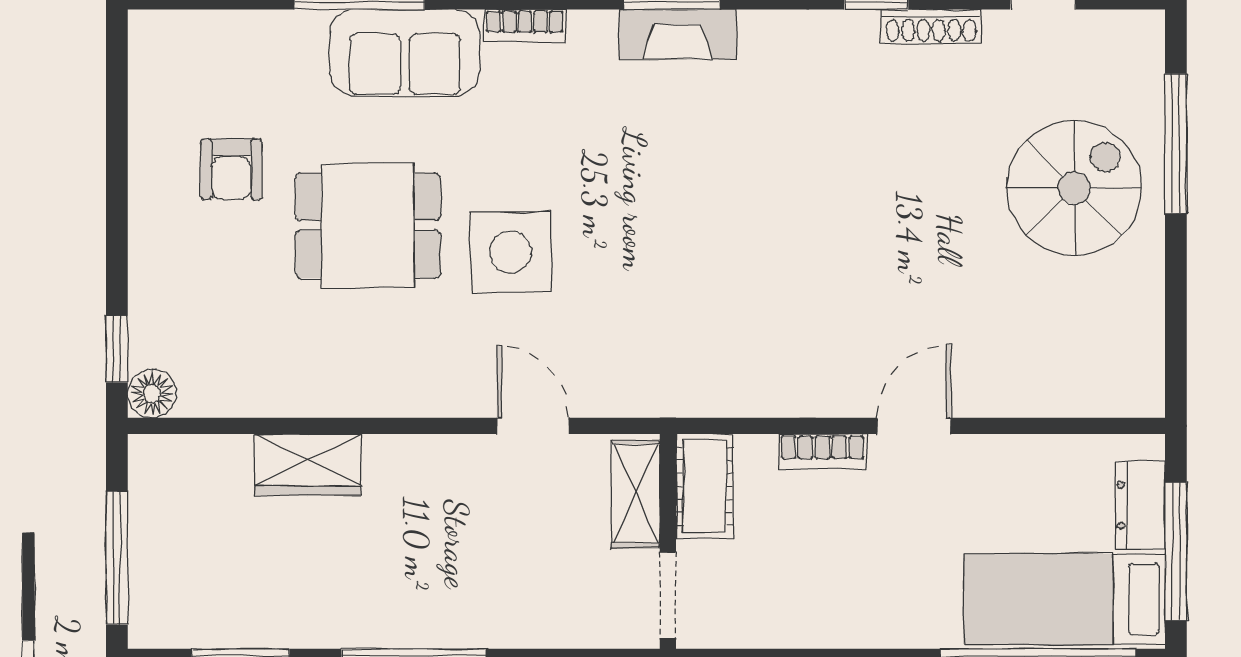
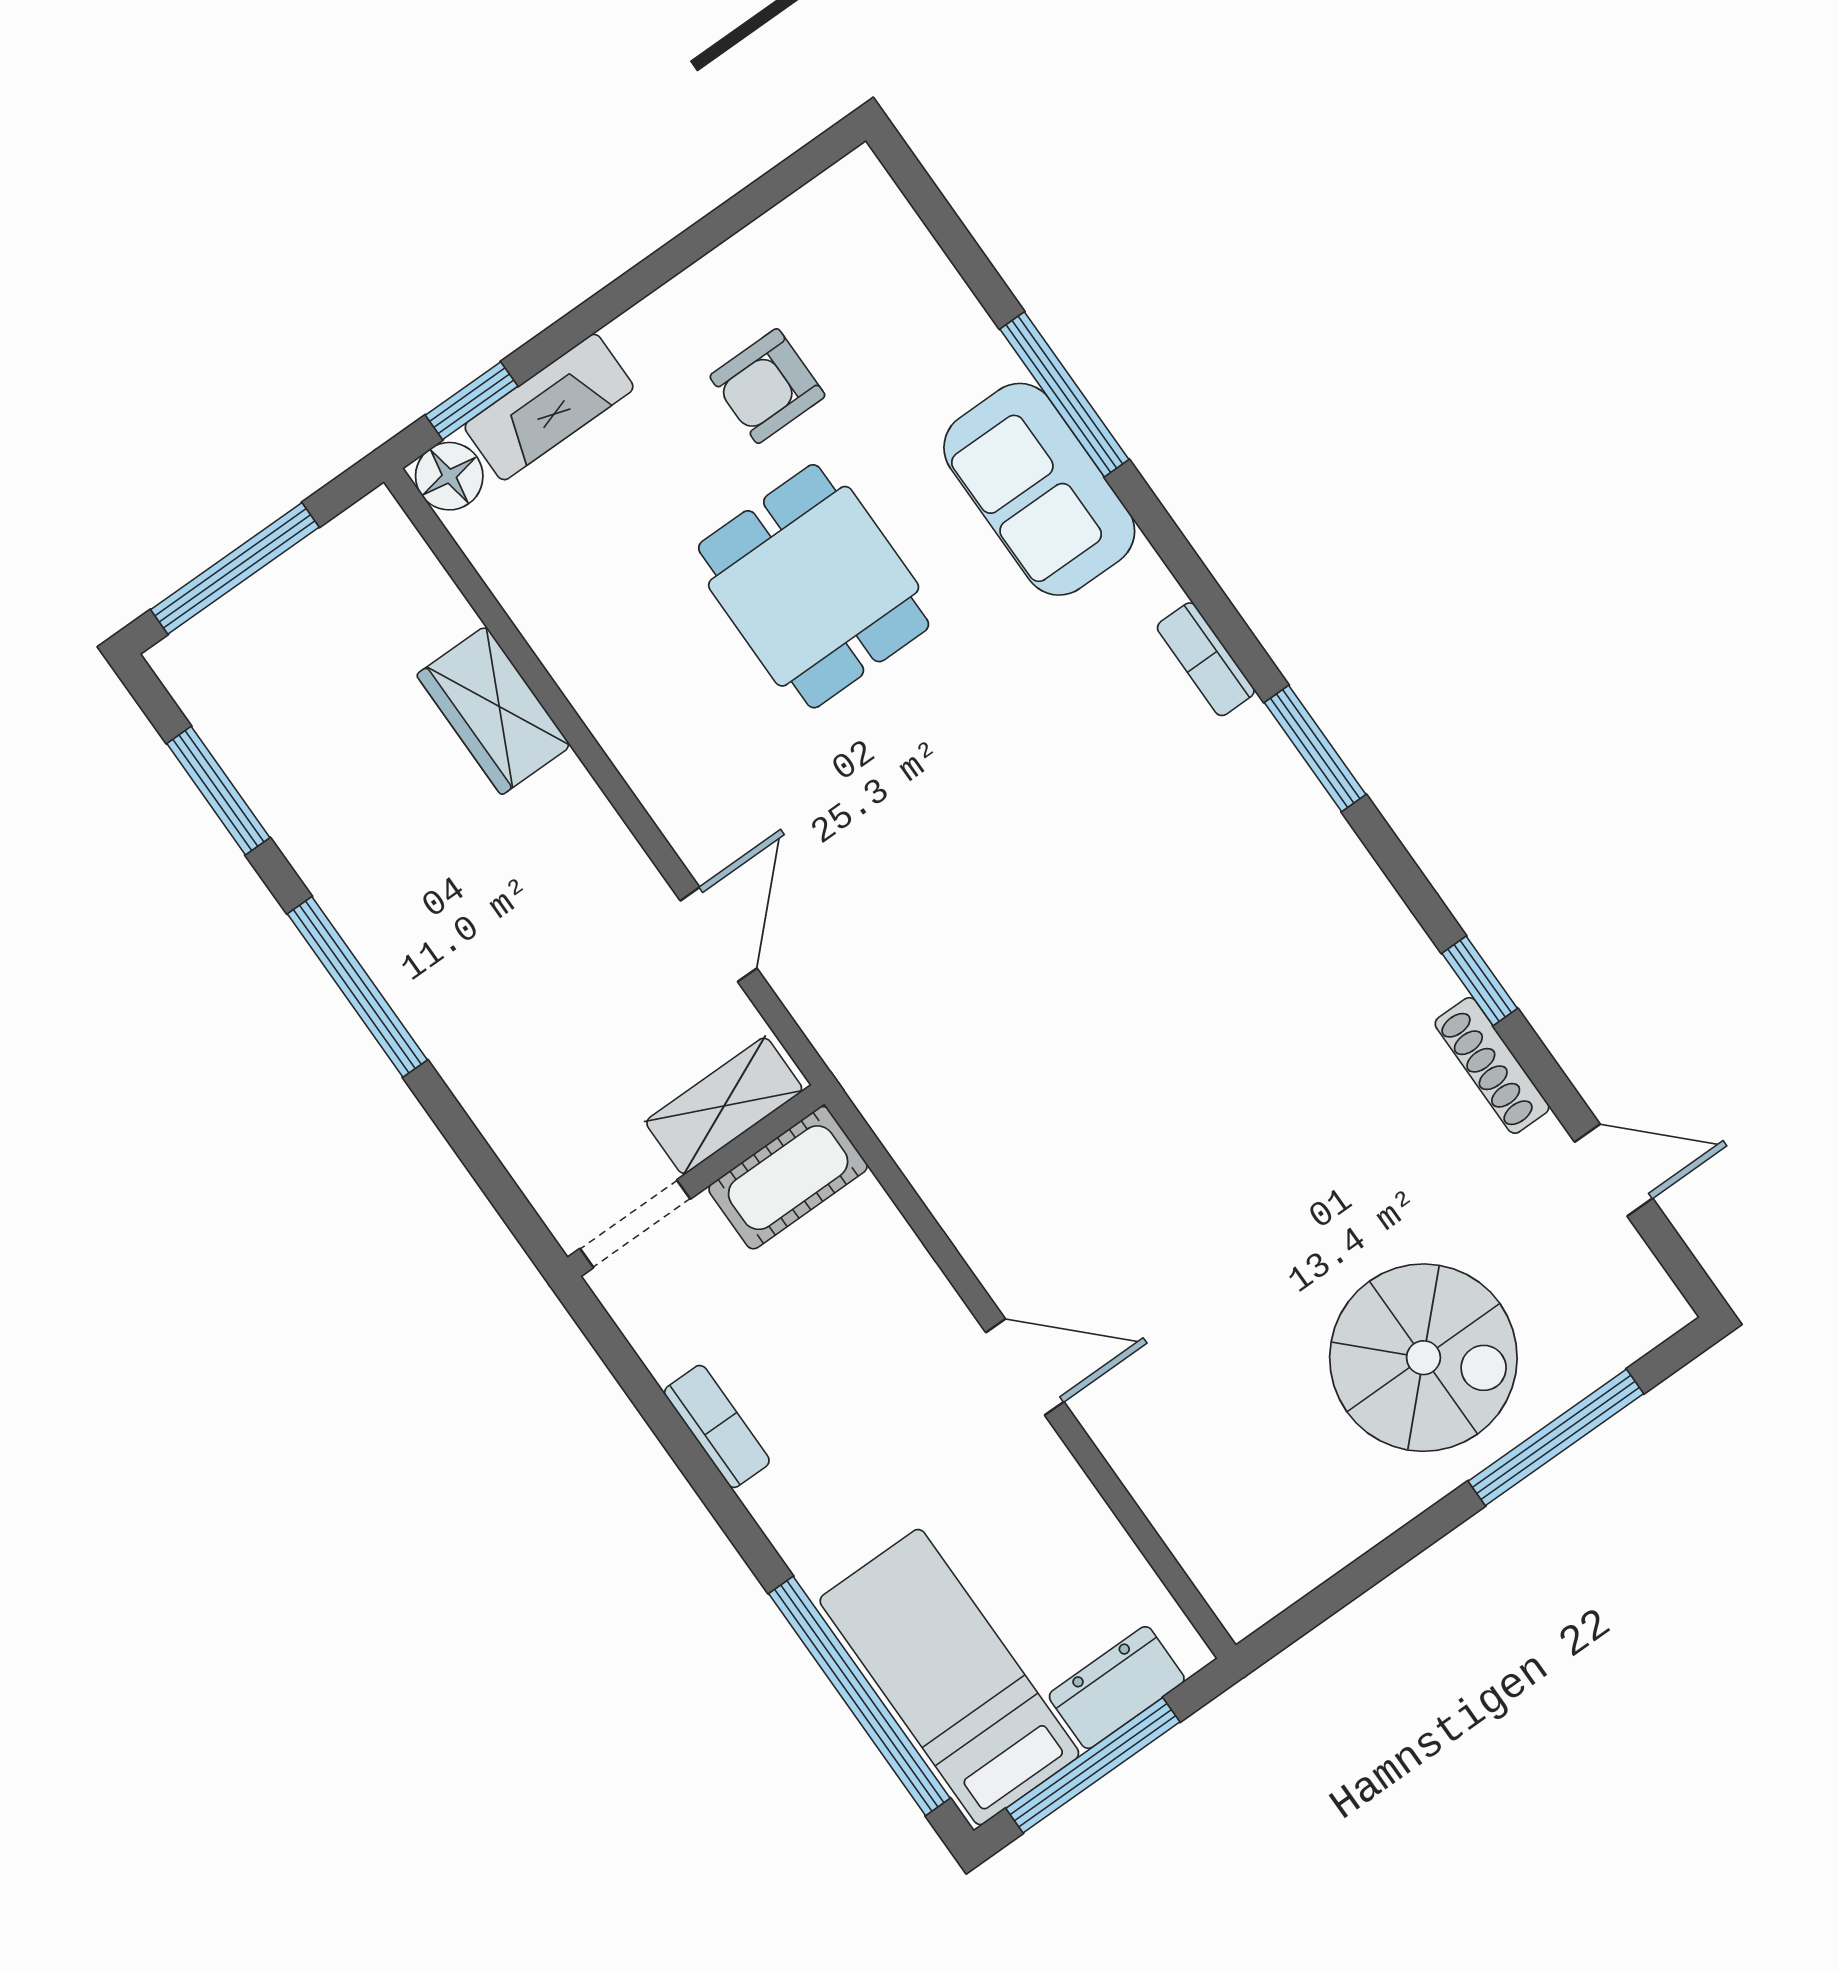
bookcase: (525, 26) -> (1206, 659), moved
fireplace: (678, 34) -> (549, 407), moved, turned -90
side table: (511, 252) -> (898, 770), removed
bookcase: (822, 452) -> (717, 1426), moved, turned 180

